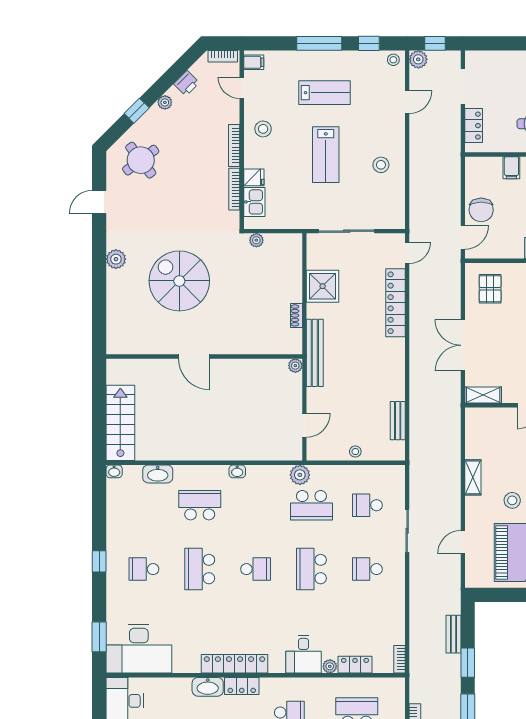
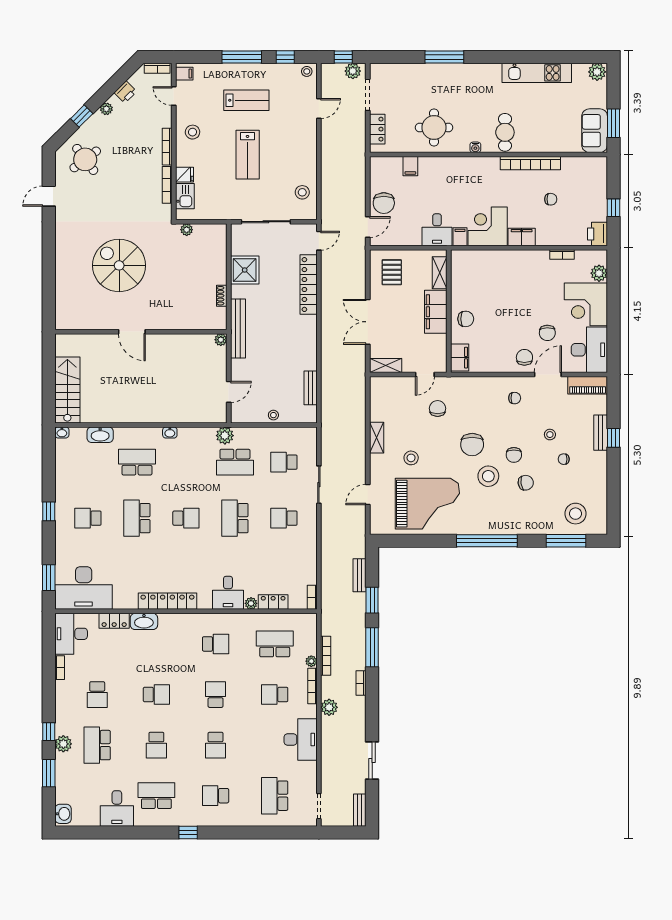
plant: (418, 59) -> (353, 71), moved
stool: (381, 165) -> (302, 192), moved
plant: (116, 259) -> (63, 246), removed
locker: (242, 686) -> (114, 621), moved

